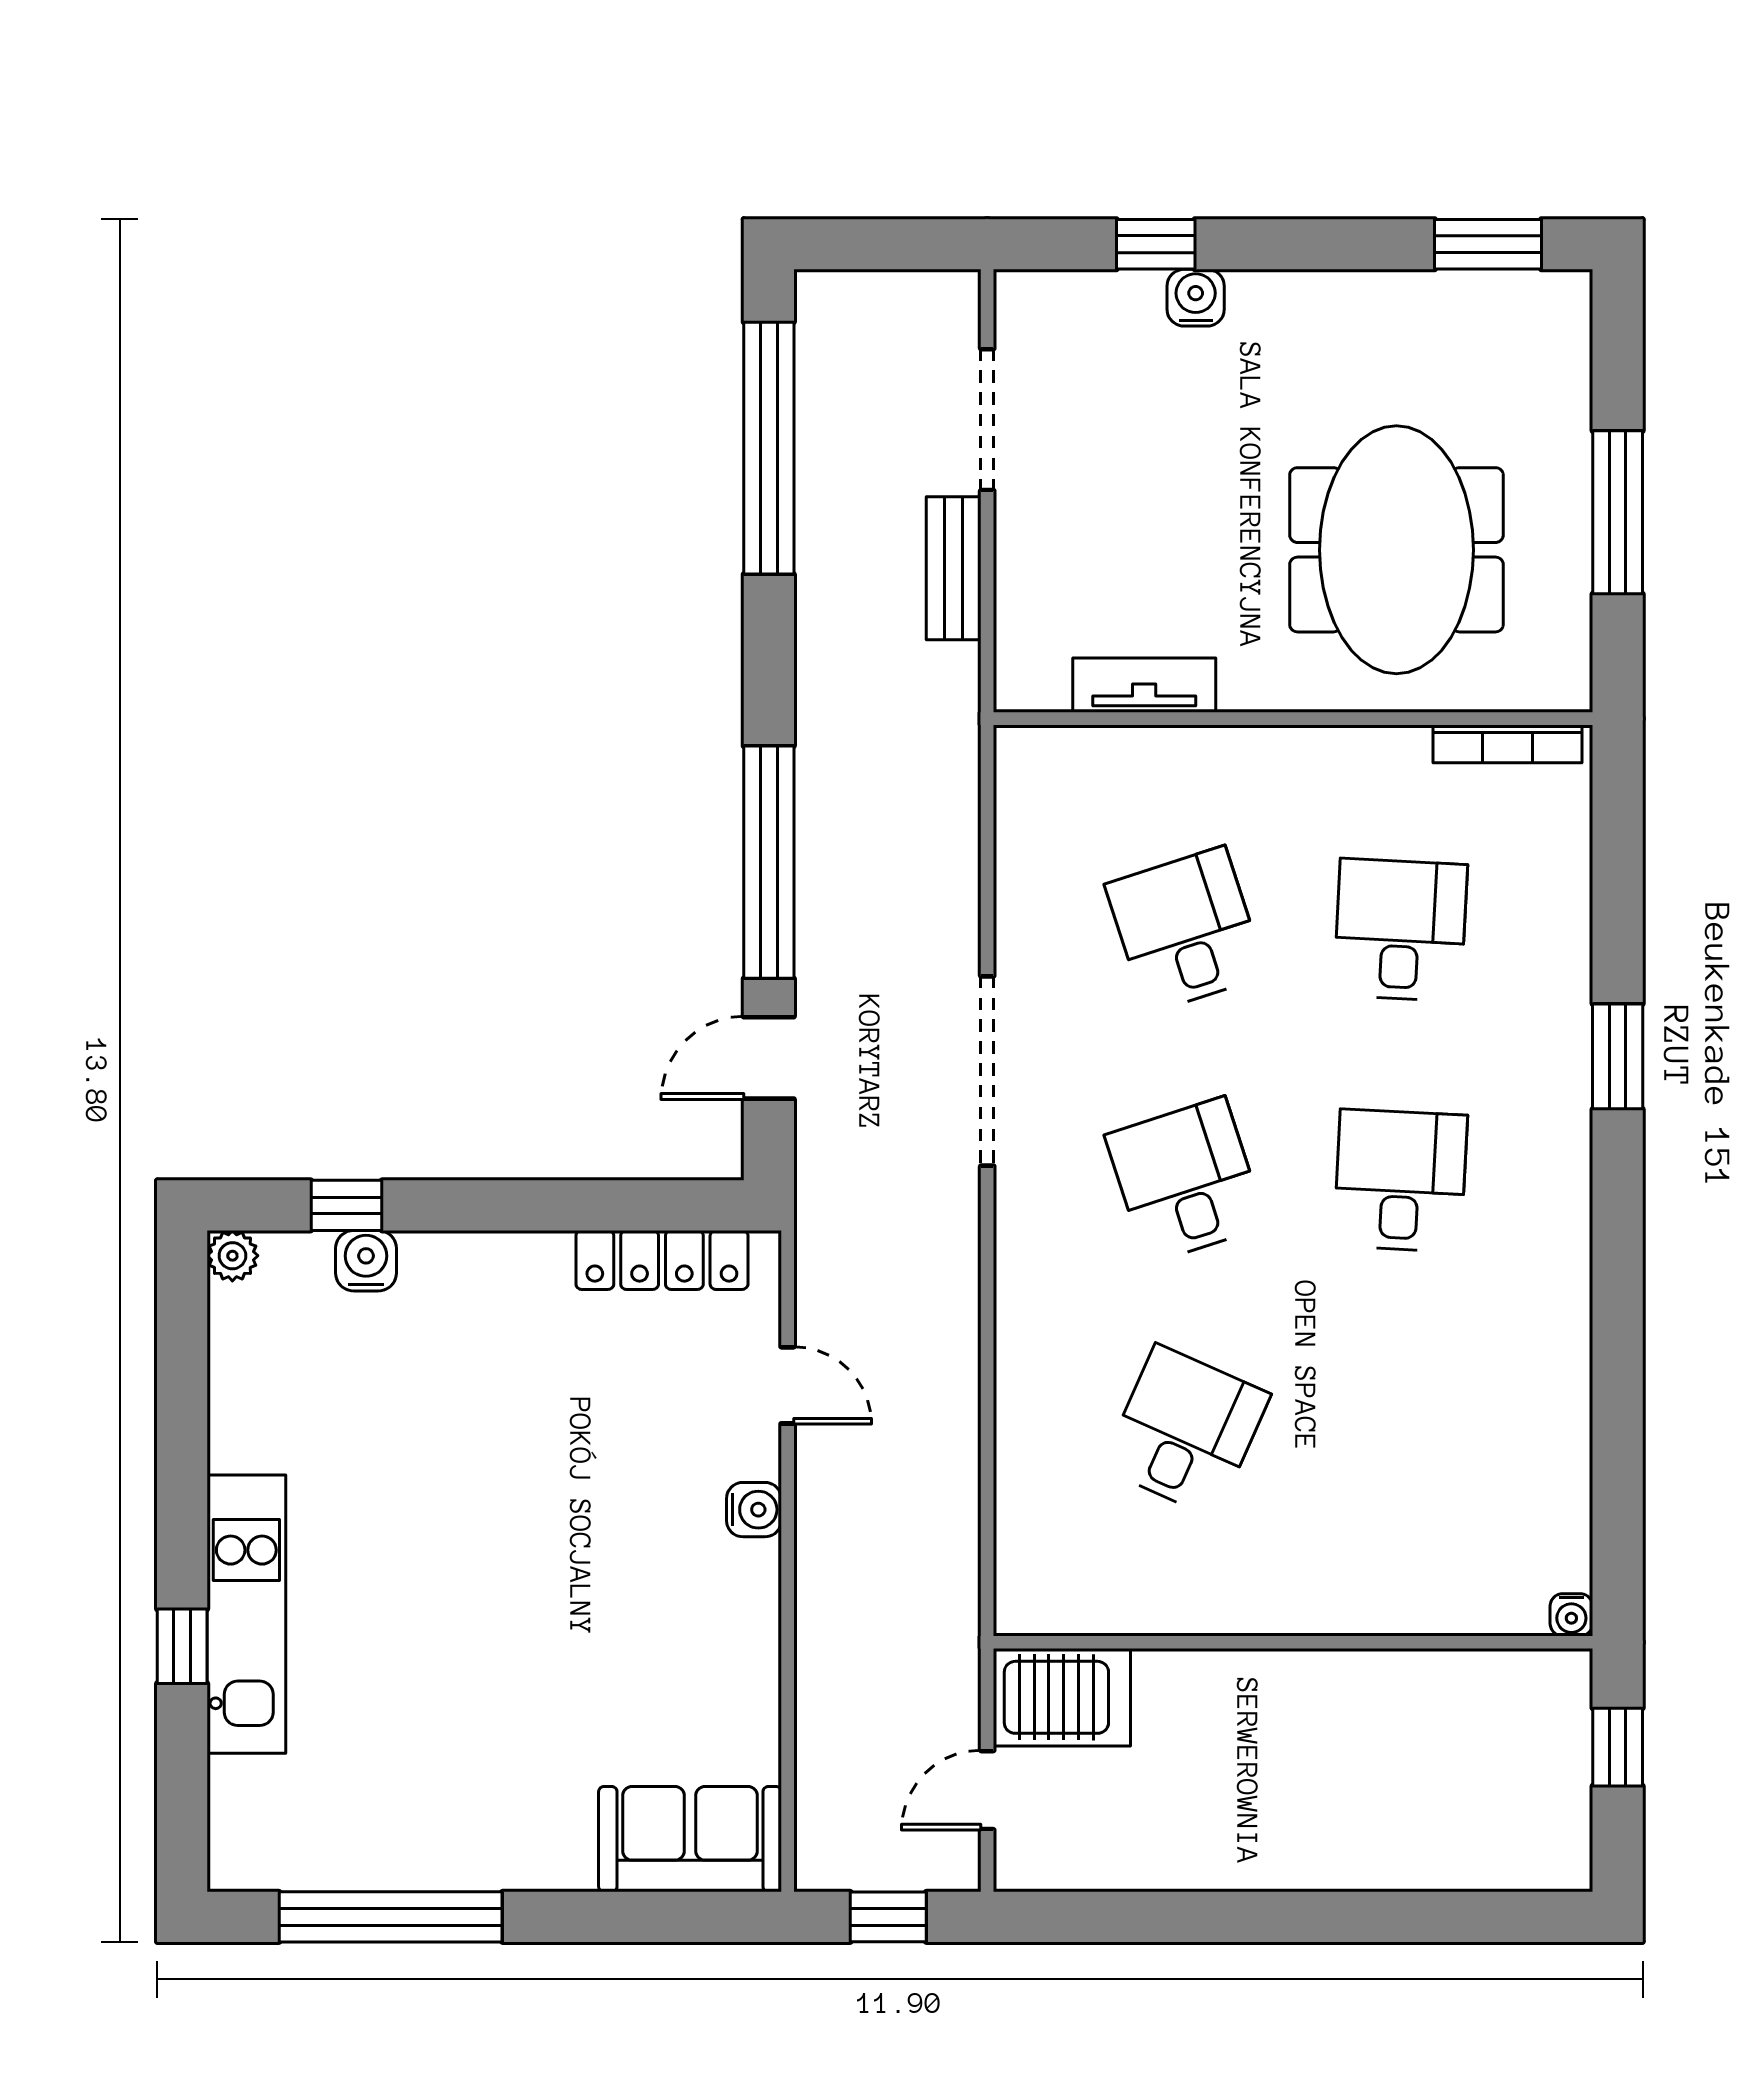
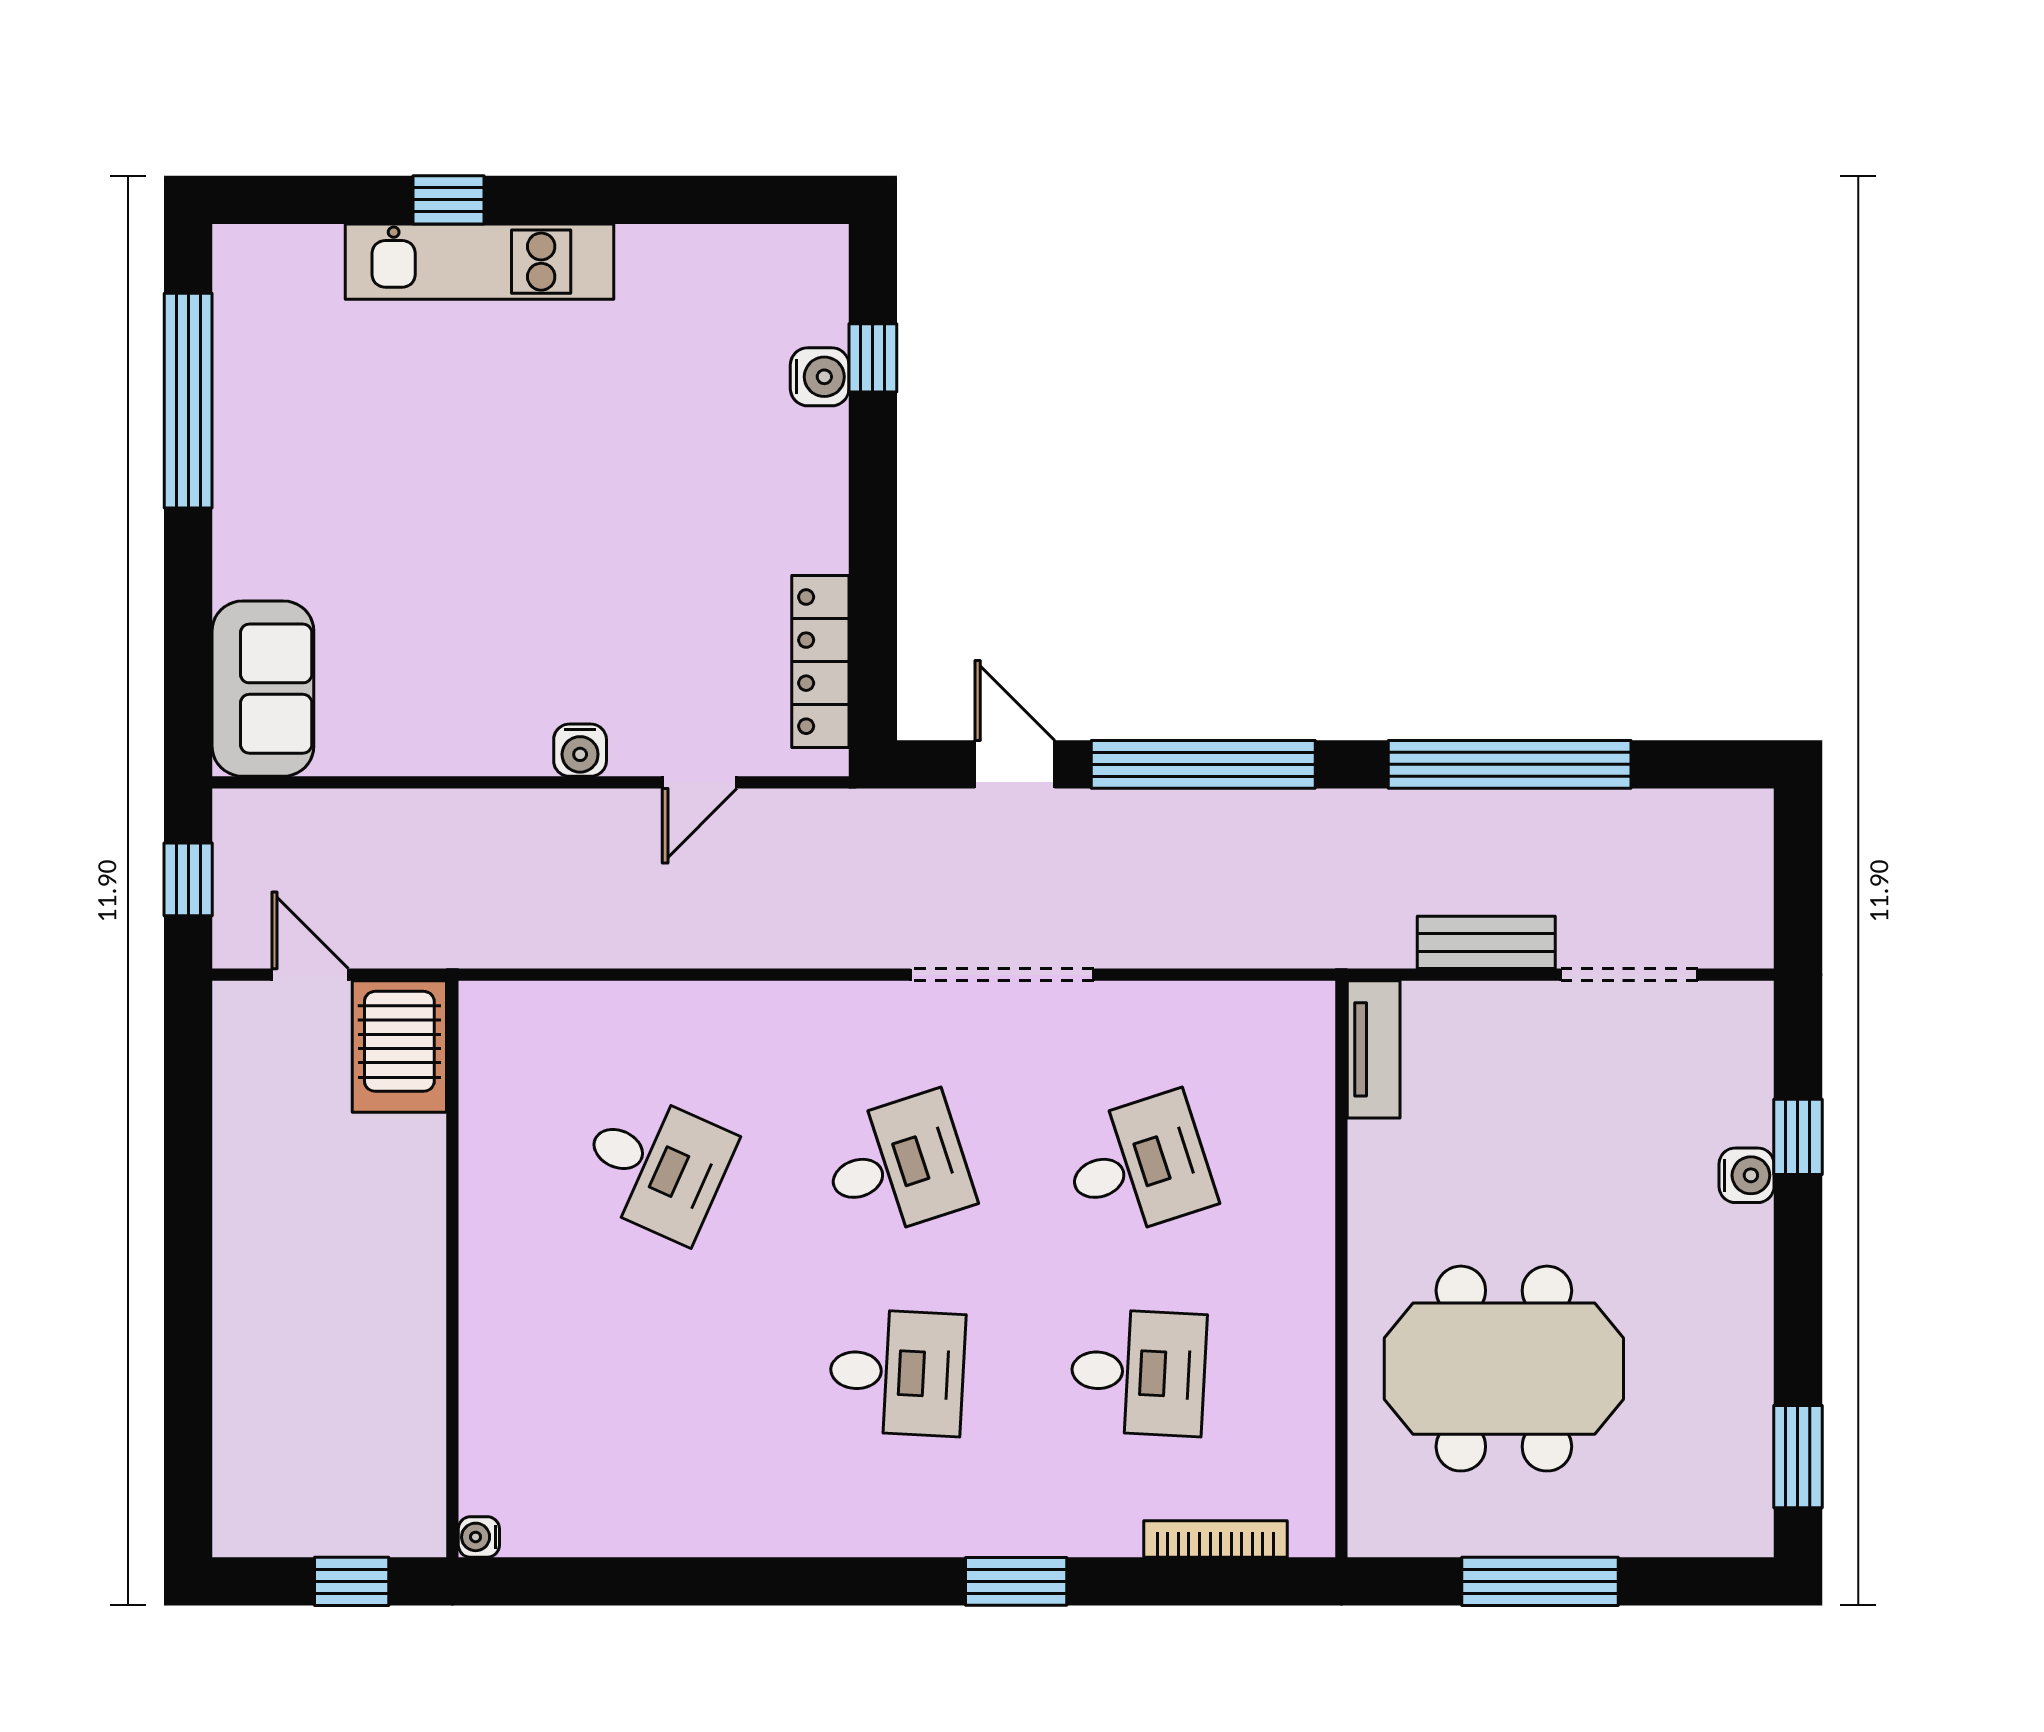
window: (769, 448) -> (1510, 764), moved
tv unit: (1144, 685) -> (1374, 1049), moved
bookcase: (1508, 744) -> (1215, 1539), moved, turned 90
plant: (232, 1256) -> (824, 248), removed

